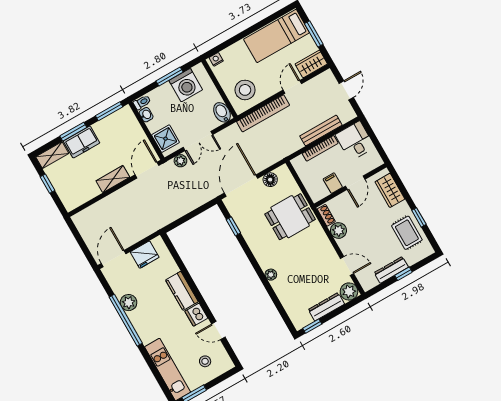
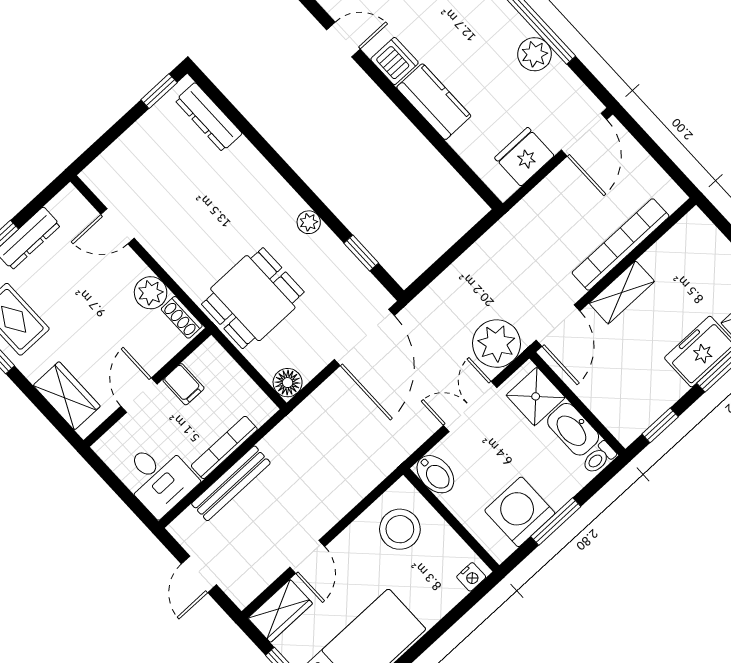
window: (109, 111) -> (660, 425), width x0.67
bookcase: (263, 113) -> (621, 244), moved
washbasin: (146, 115) -> (573, 429), width x1.91, depth x1.45
plant: (180, 161) -> (496, 344), width x1.87, depth x1.87
floor lamp: (270, 180) -> (288, 383), moved
plant: (271, 275) -> (309, 222), moved
plant: (349, 292) -> (102, 176), removed
dresser: (326, 307) -> (209, 117), moved, turned 90

